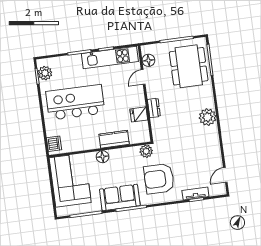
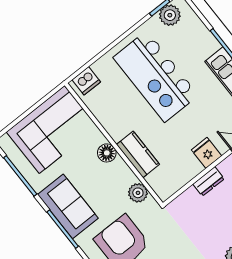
kitchen island: (75, 102) -> (156, 76), turned 180
fridge: (139, 114) -> (207, 153), moved
plant: (146, 151) -> (138, 193), moved

